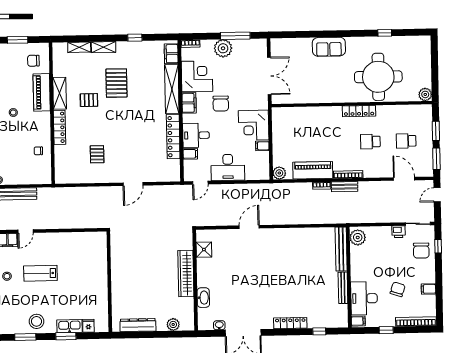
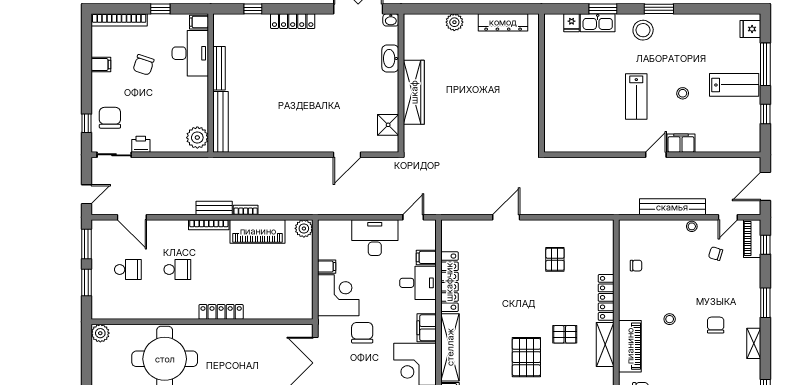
chair: (221, 104) -> (362, 333), moved
locker: (359, 111) -> (221, 312), moved
shower: (204, 250) -> (388, 125), moved
lab bench: (40, 273) -> (636, 97), turned 90
wardrobe: (186, 274) -> (414, 92), moved
wall: (195, 280) -> (401, 83), moved
washbasin: (203, 298) -> (390, 59), moved

